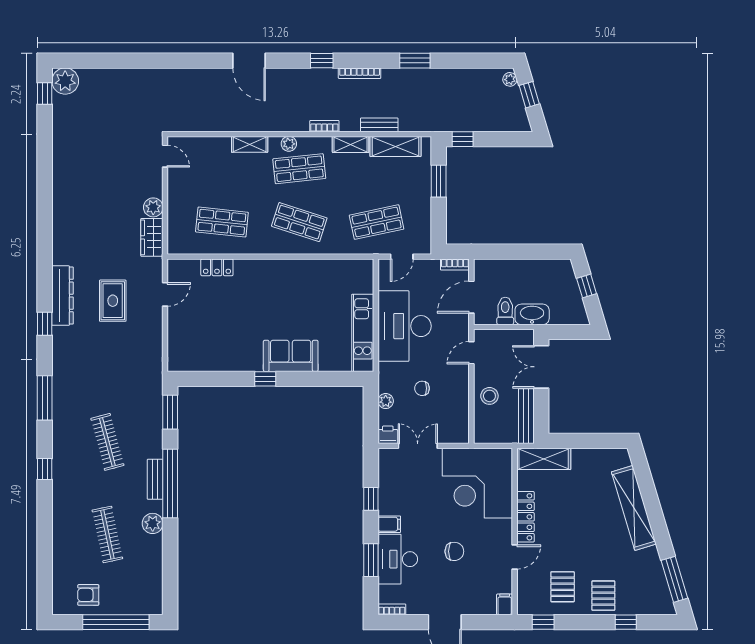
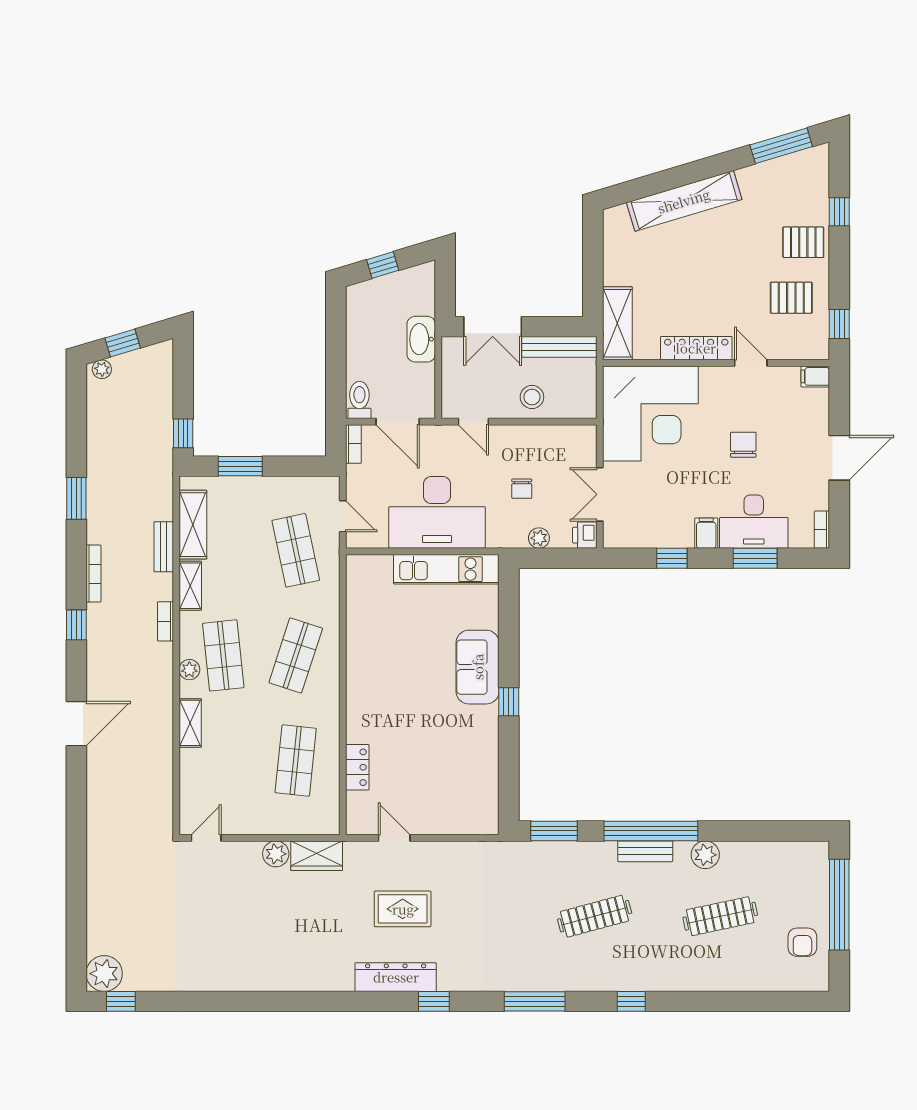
toilet: (505, 311) -> (359, 400), moved, turned 90

